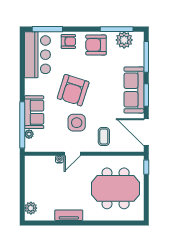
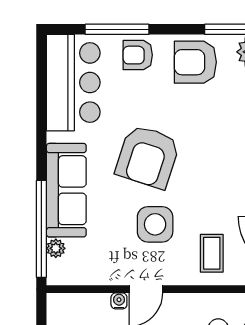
window: (47, 29) -> (117, 29), moved
armchair: (68, 41) -> (138, 55), turned 180
sofa: (34, 112) -> (66, 190), width x1.36

